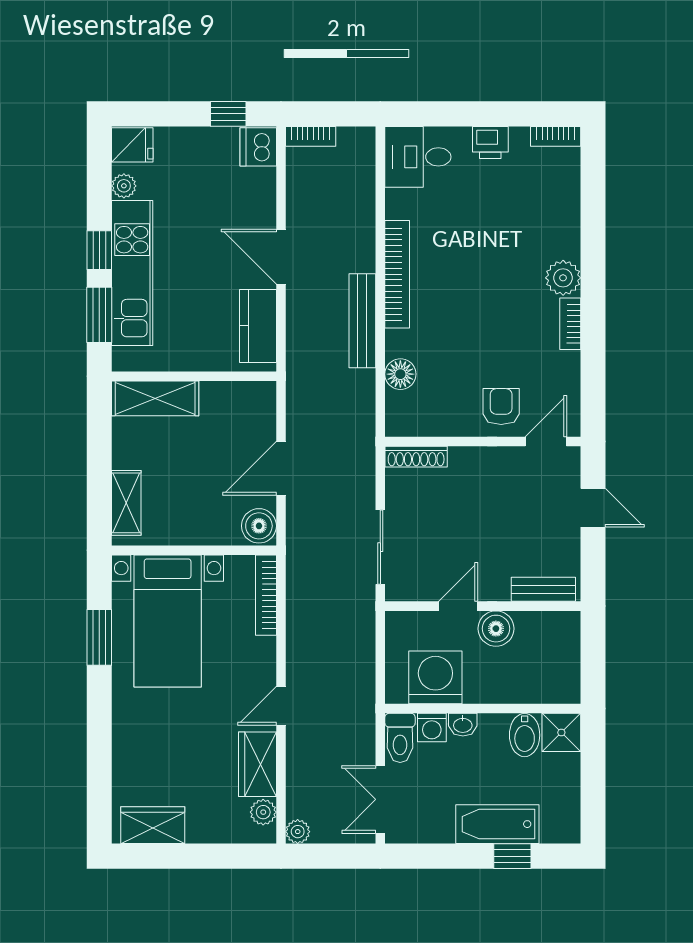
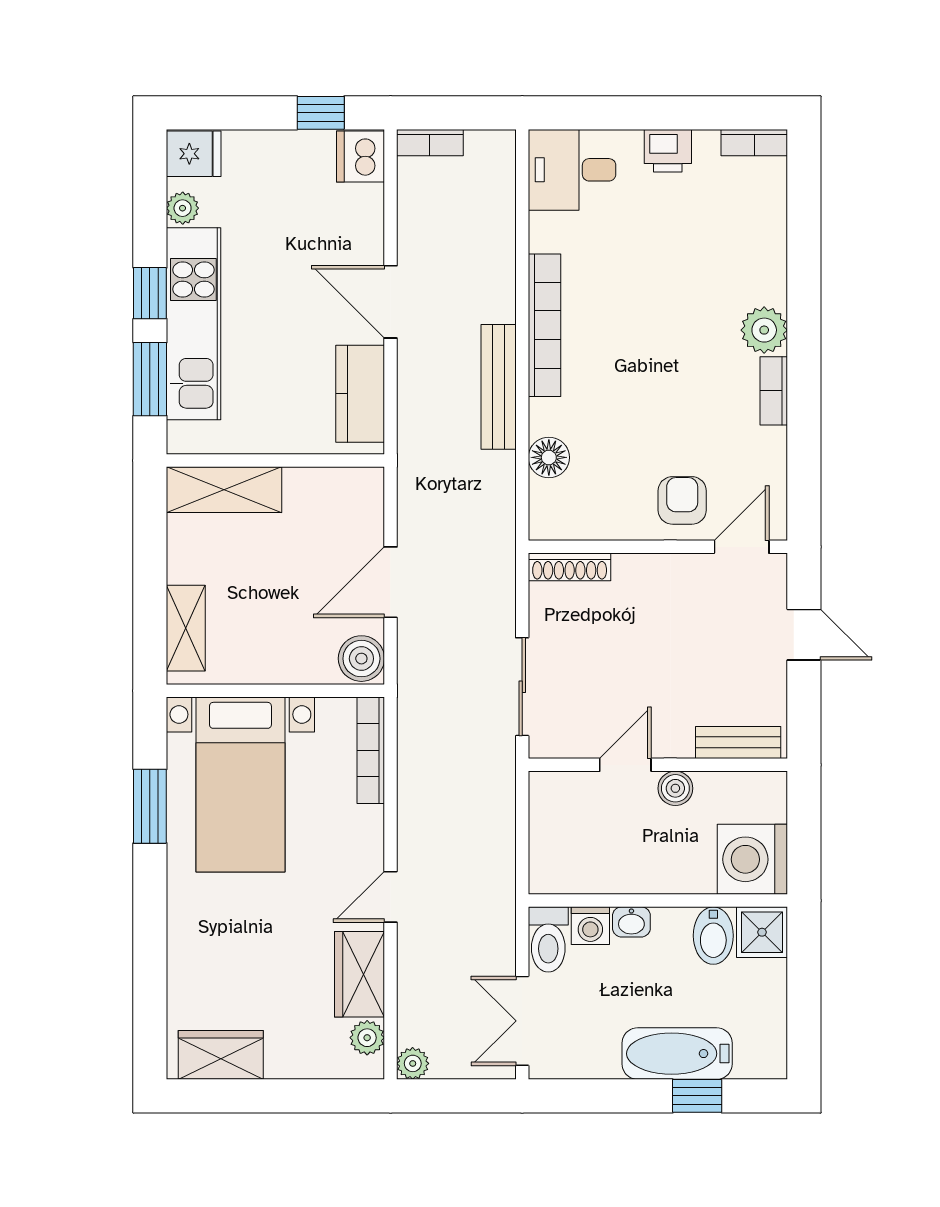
boiler: (496, 629) -> (675, 788), width x0.73, depth x0.73
washing machine: (435, 677) -> (752, 859), moved, turned -90

